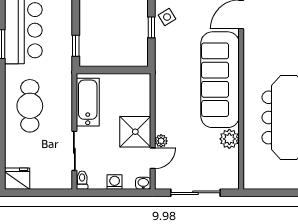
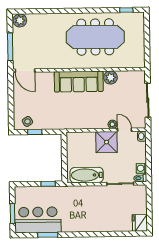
sofa: (220, 80) -> (79, 82), width x0.74, depth x0.79
cafe table: (30, 106) -> (90, 215), removed
washing machine: (115, 182) -> (141, 168), moved

